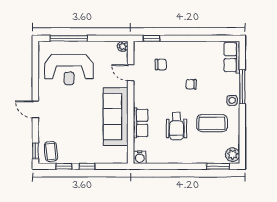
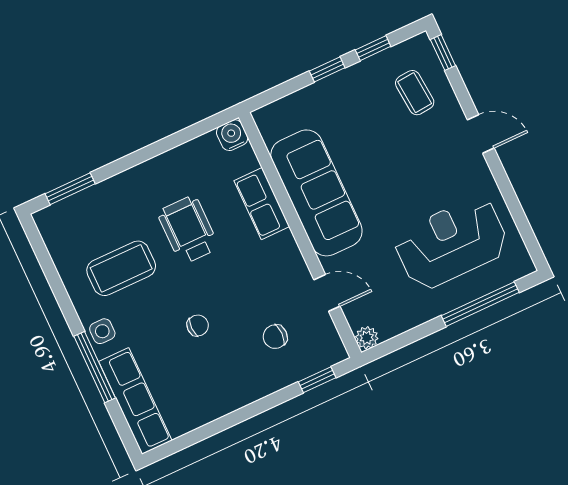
row of seats: (232, 57) -> (135, 401), width x1.48
coffee table: (51, 152) -> (415, 93), moved
plant: (233, 155) -> (52, 225), removed

